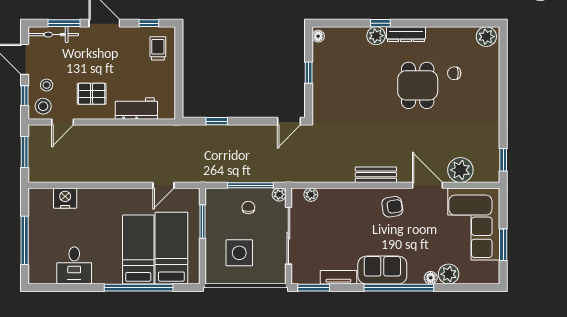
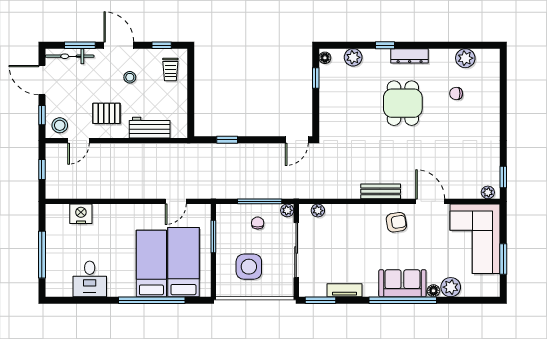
plant: (376, 36) -> (353, 57), moved
plant: (486, 37) -> (465, 58), moved
trolley: (158, 48) -> (170, 70), turned 180
window: (309, 73) -> (316, 78), moved
stool: (47, 85) -> (130, 77), moved
dining table: (418, 85) -> (403, 103), moved
window: (25, 152) -> (42, 170), width x0.67
plant: (460, 170) -> (488, 192), moved, width x0.53, depth x0.53
sofa: (382, 270) -> (402, 283), moved

